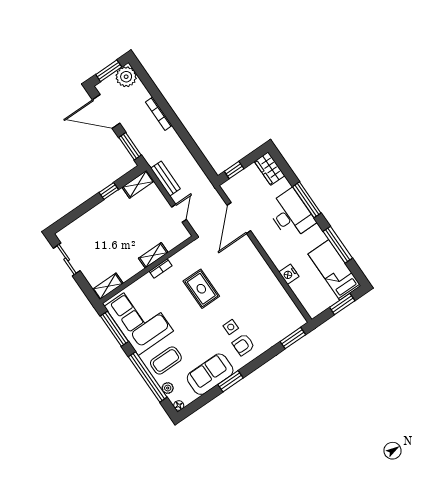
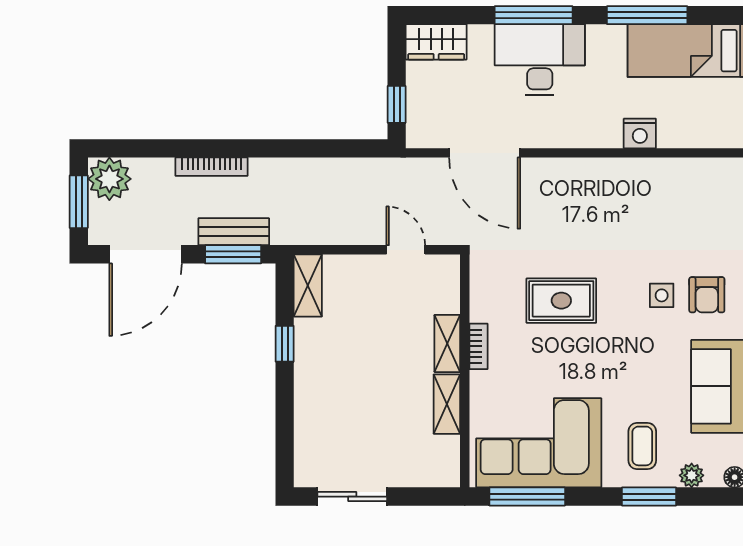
bench: (165, 178) -> (234, 232), moved
shelving: (108, 286) -> (447, 404), moved
coffee table: (166, 360) -> (642, 446), width x0.73, depth x0.77
window: (148, 377) -> (649, 497), width x0.47

